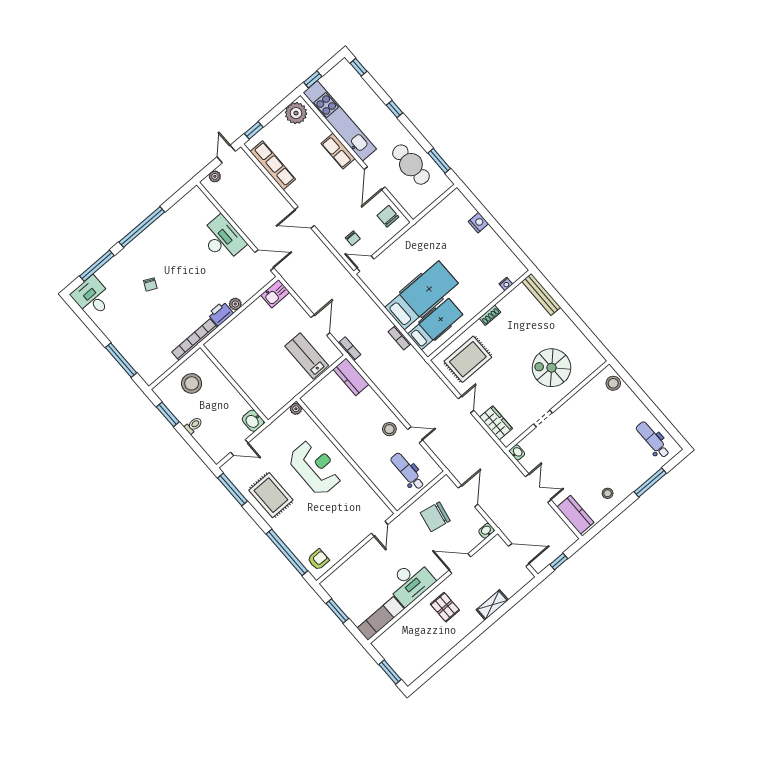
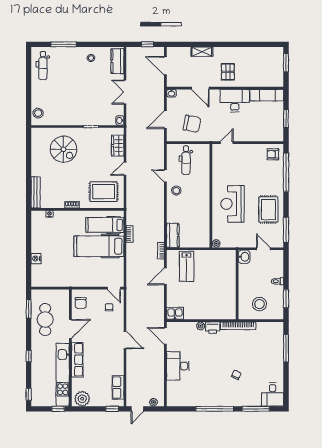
row of seats: (338, 151) -> (77, 360), width x1.48
row of seats: (273, 165) -> (118, 388), width x0.68

